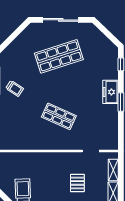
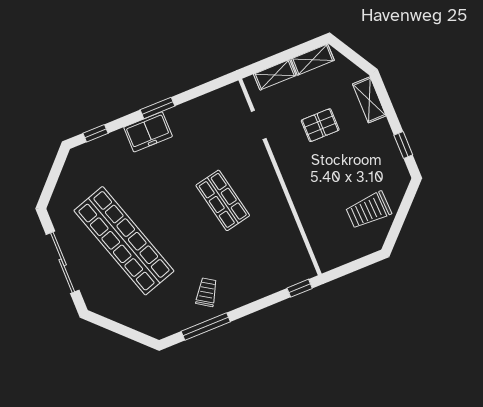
shop shelf: (59, 56) -> (124, 241), width x1.40
shop shelf: (59, 116) -> (223, 200), turned -36

